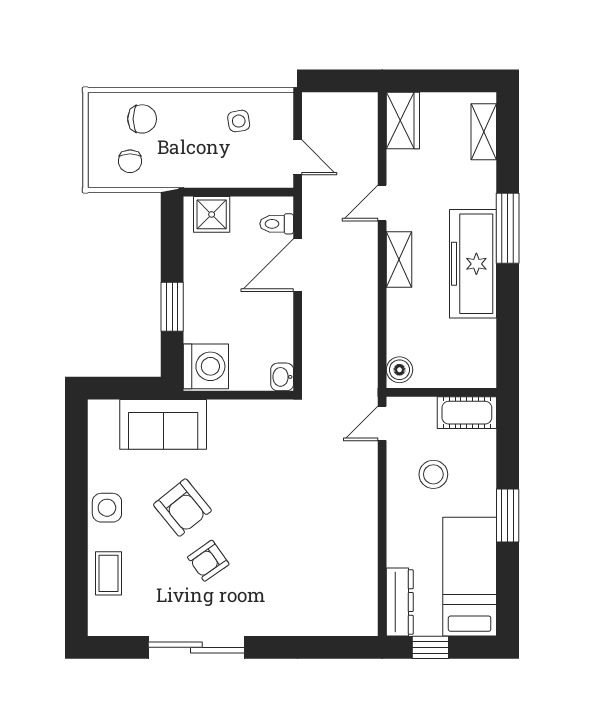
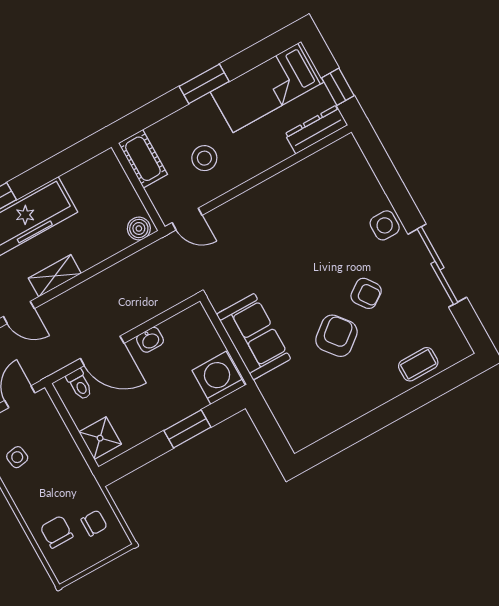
washbasin: (282, 377) -> (150, 340), moved
sofa: (163, 424) -> (254, 337), moved
side table: (107, 508) -> (385, 225), moved

